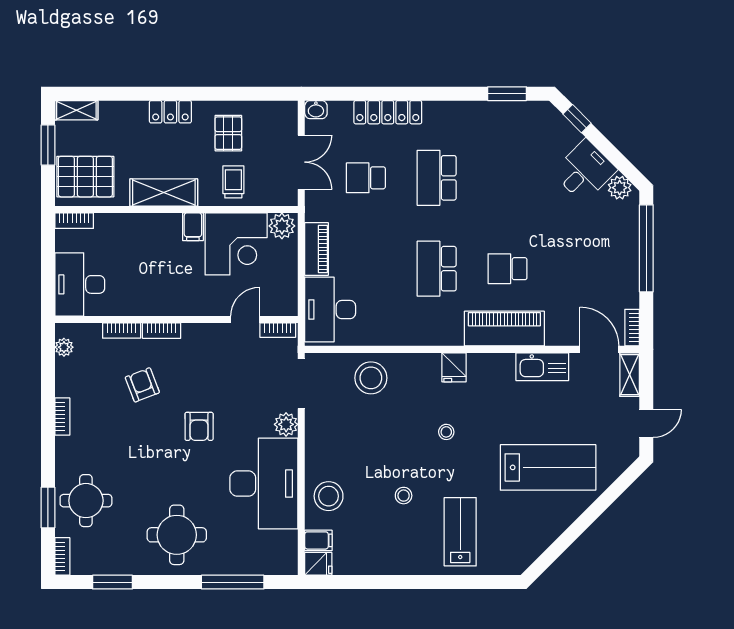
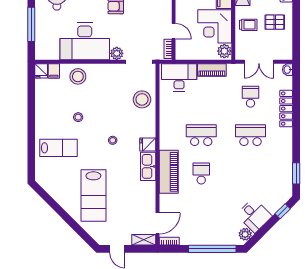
kitchen sink: (542, 367) -> (148, 166), moved

